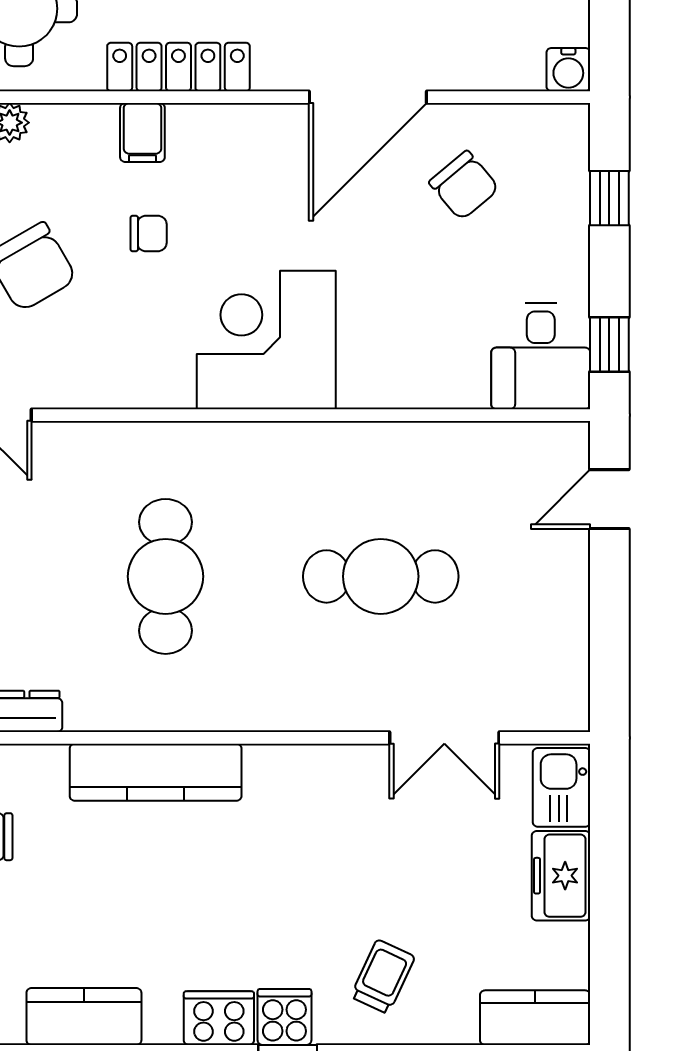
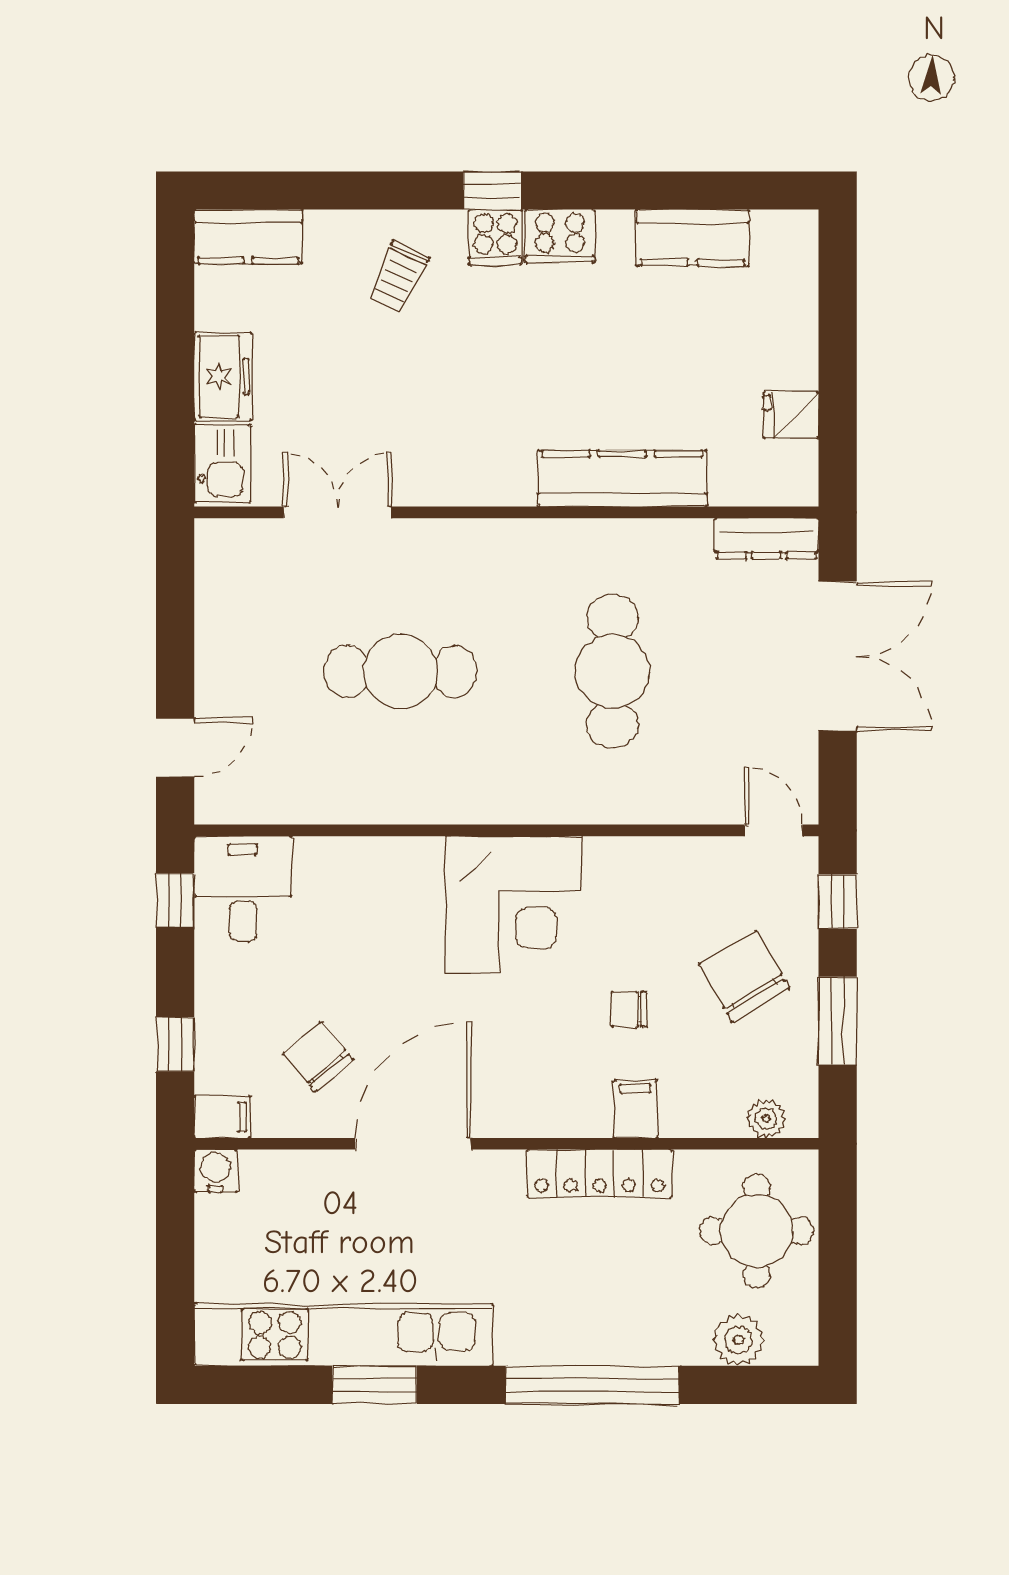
filing cabinet: (562, 124) -> (222, 1117), added

